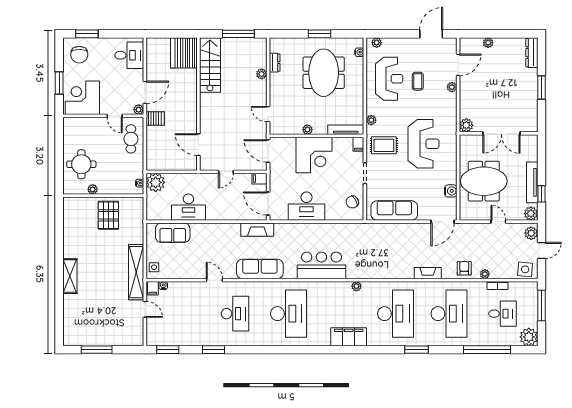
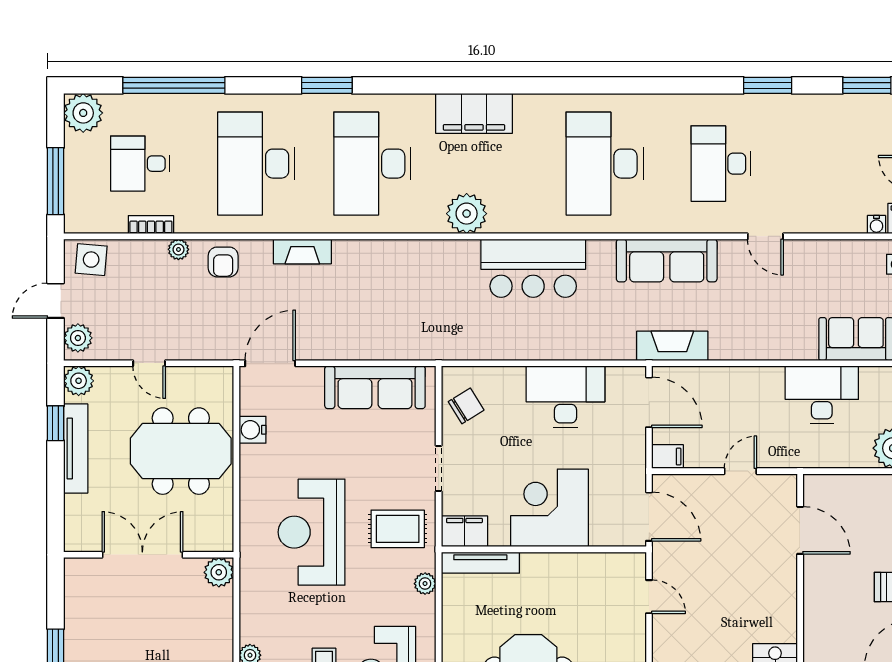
plant: (307, 130) -> (563, 563), removed
filing cabinet: (358, 144) -> (464, 531), width x2.00
plant: (356, 286) -> (467, 214), width x1.88, depth x1.88

